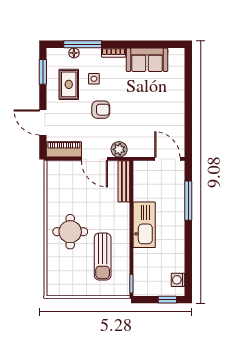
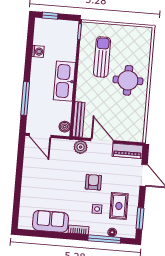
armchair: (101, 110) -> (93, 182), turned 90
boiler: (140, 172) -> (65, 127), added
washing machine: (178, 280) -> (38, 51), moved

